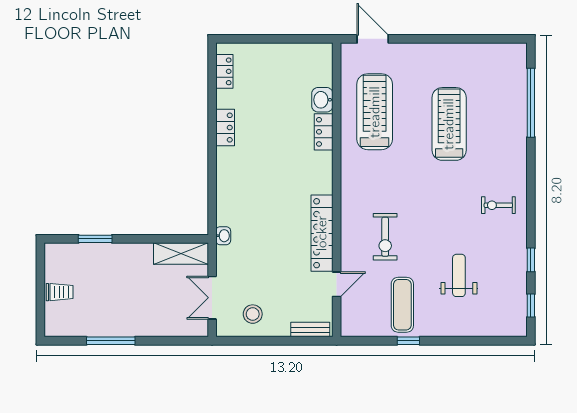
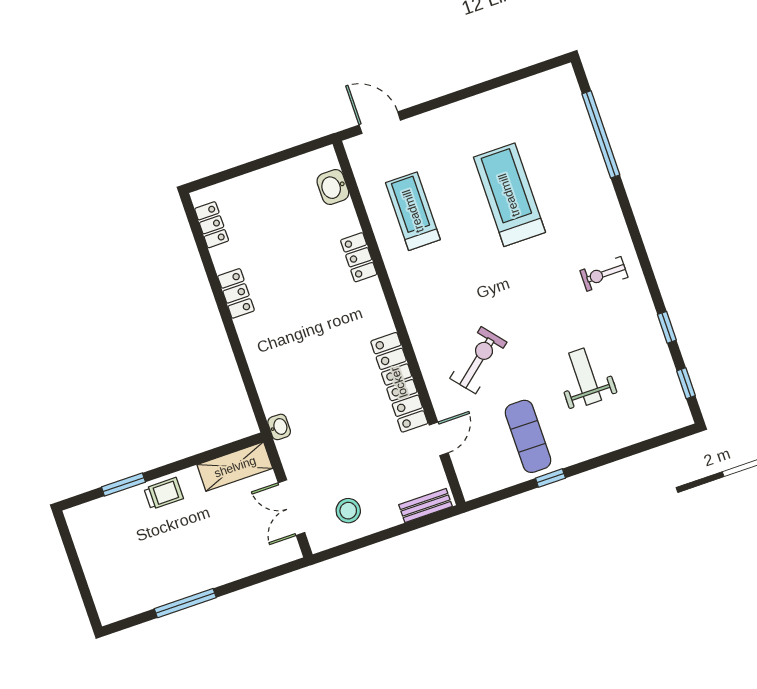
washbasin: (322, 100) -> (333, 187), moved
treadmill: (375, 112) -> (413, 211), width x0.73, depth x0.73
exercise bike: (385, 237) -> (478, 360), turned -130
trolley: (60, 292) -> (164, 493), moved

